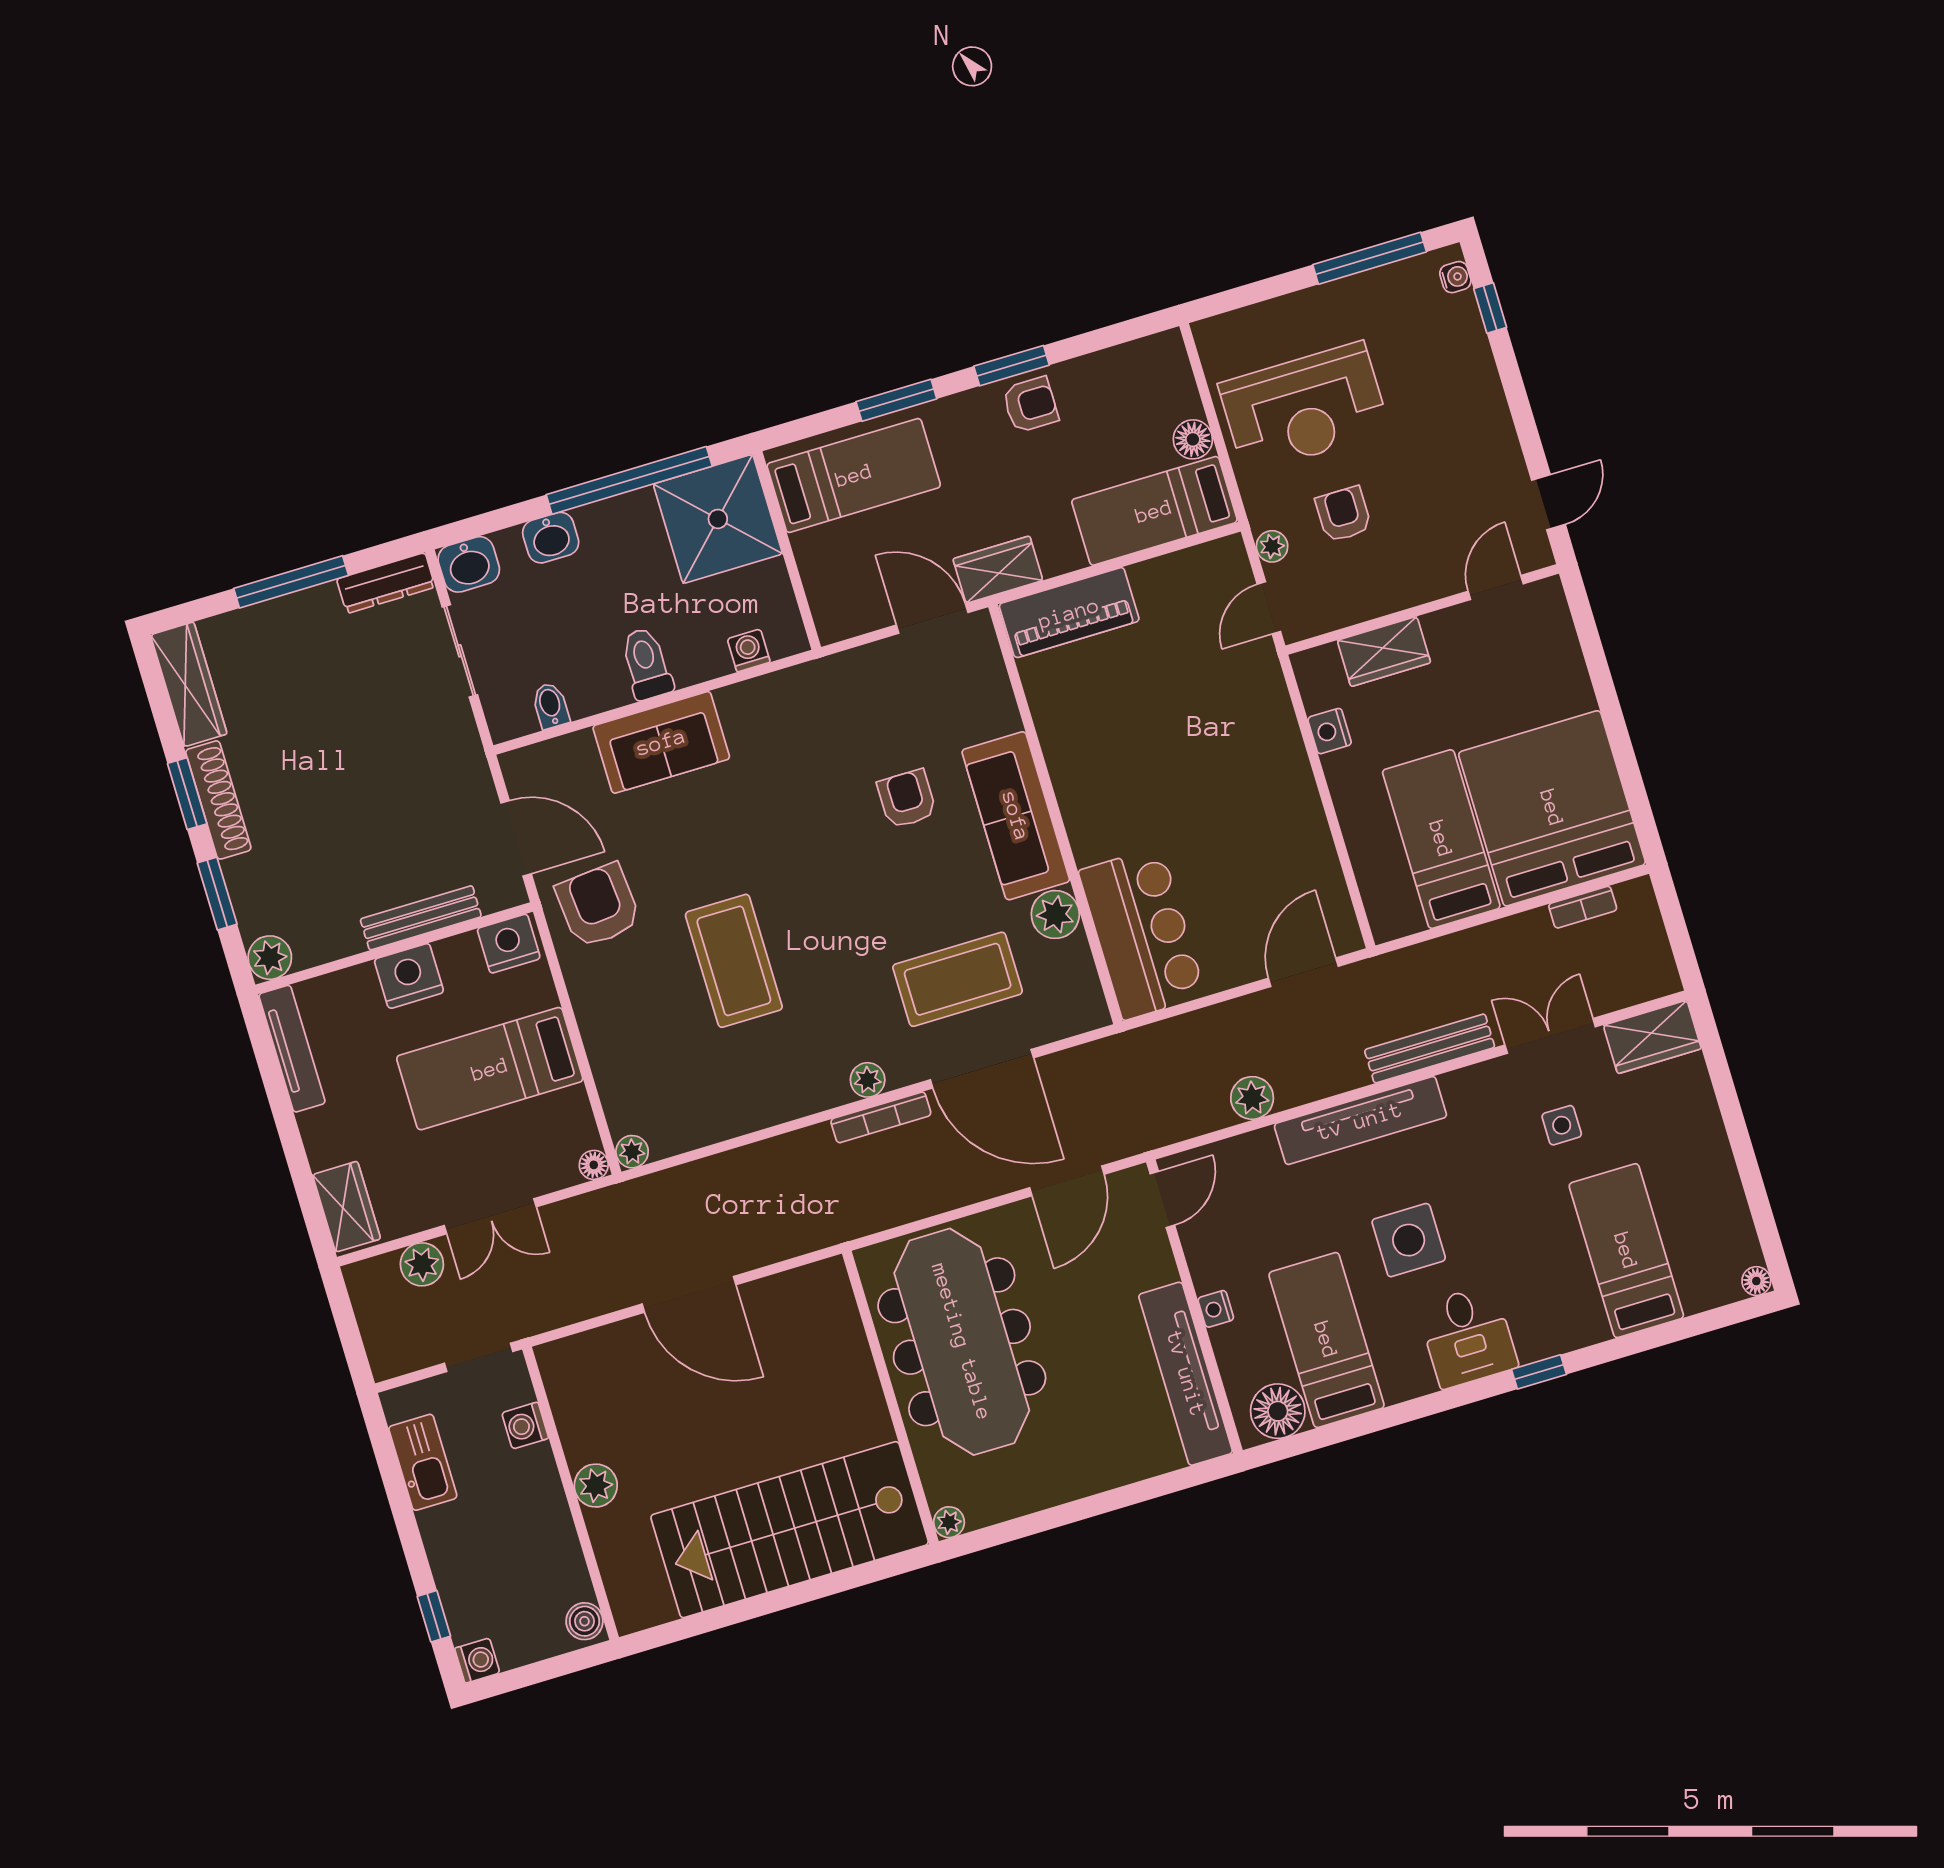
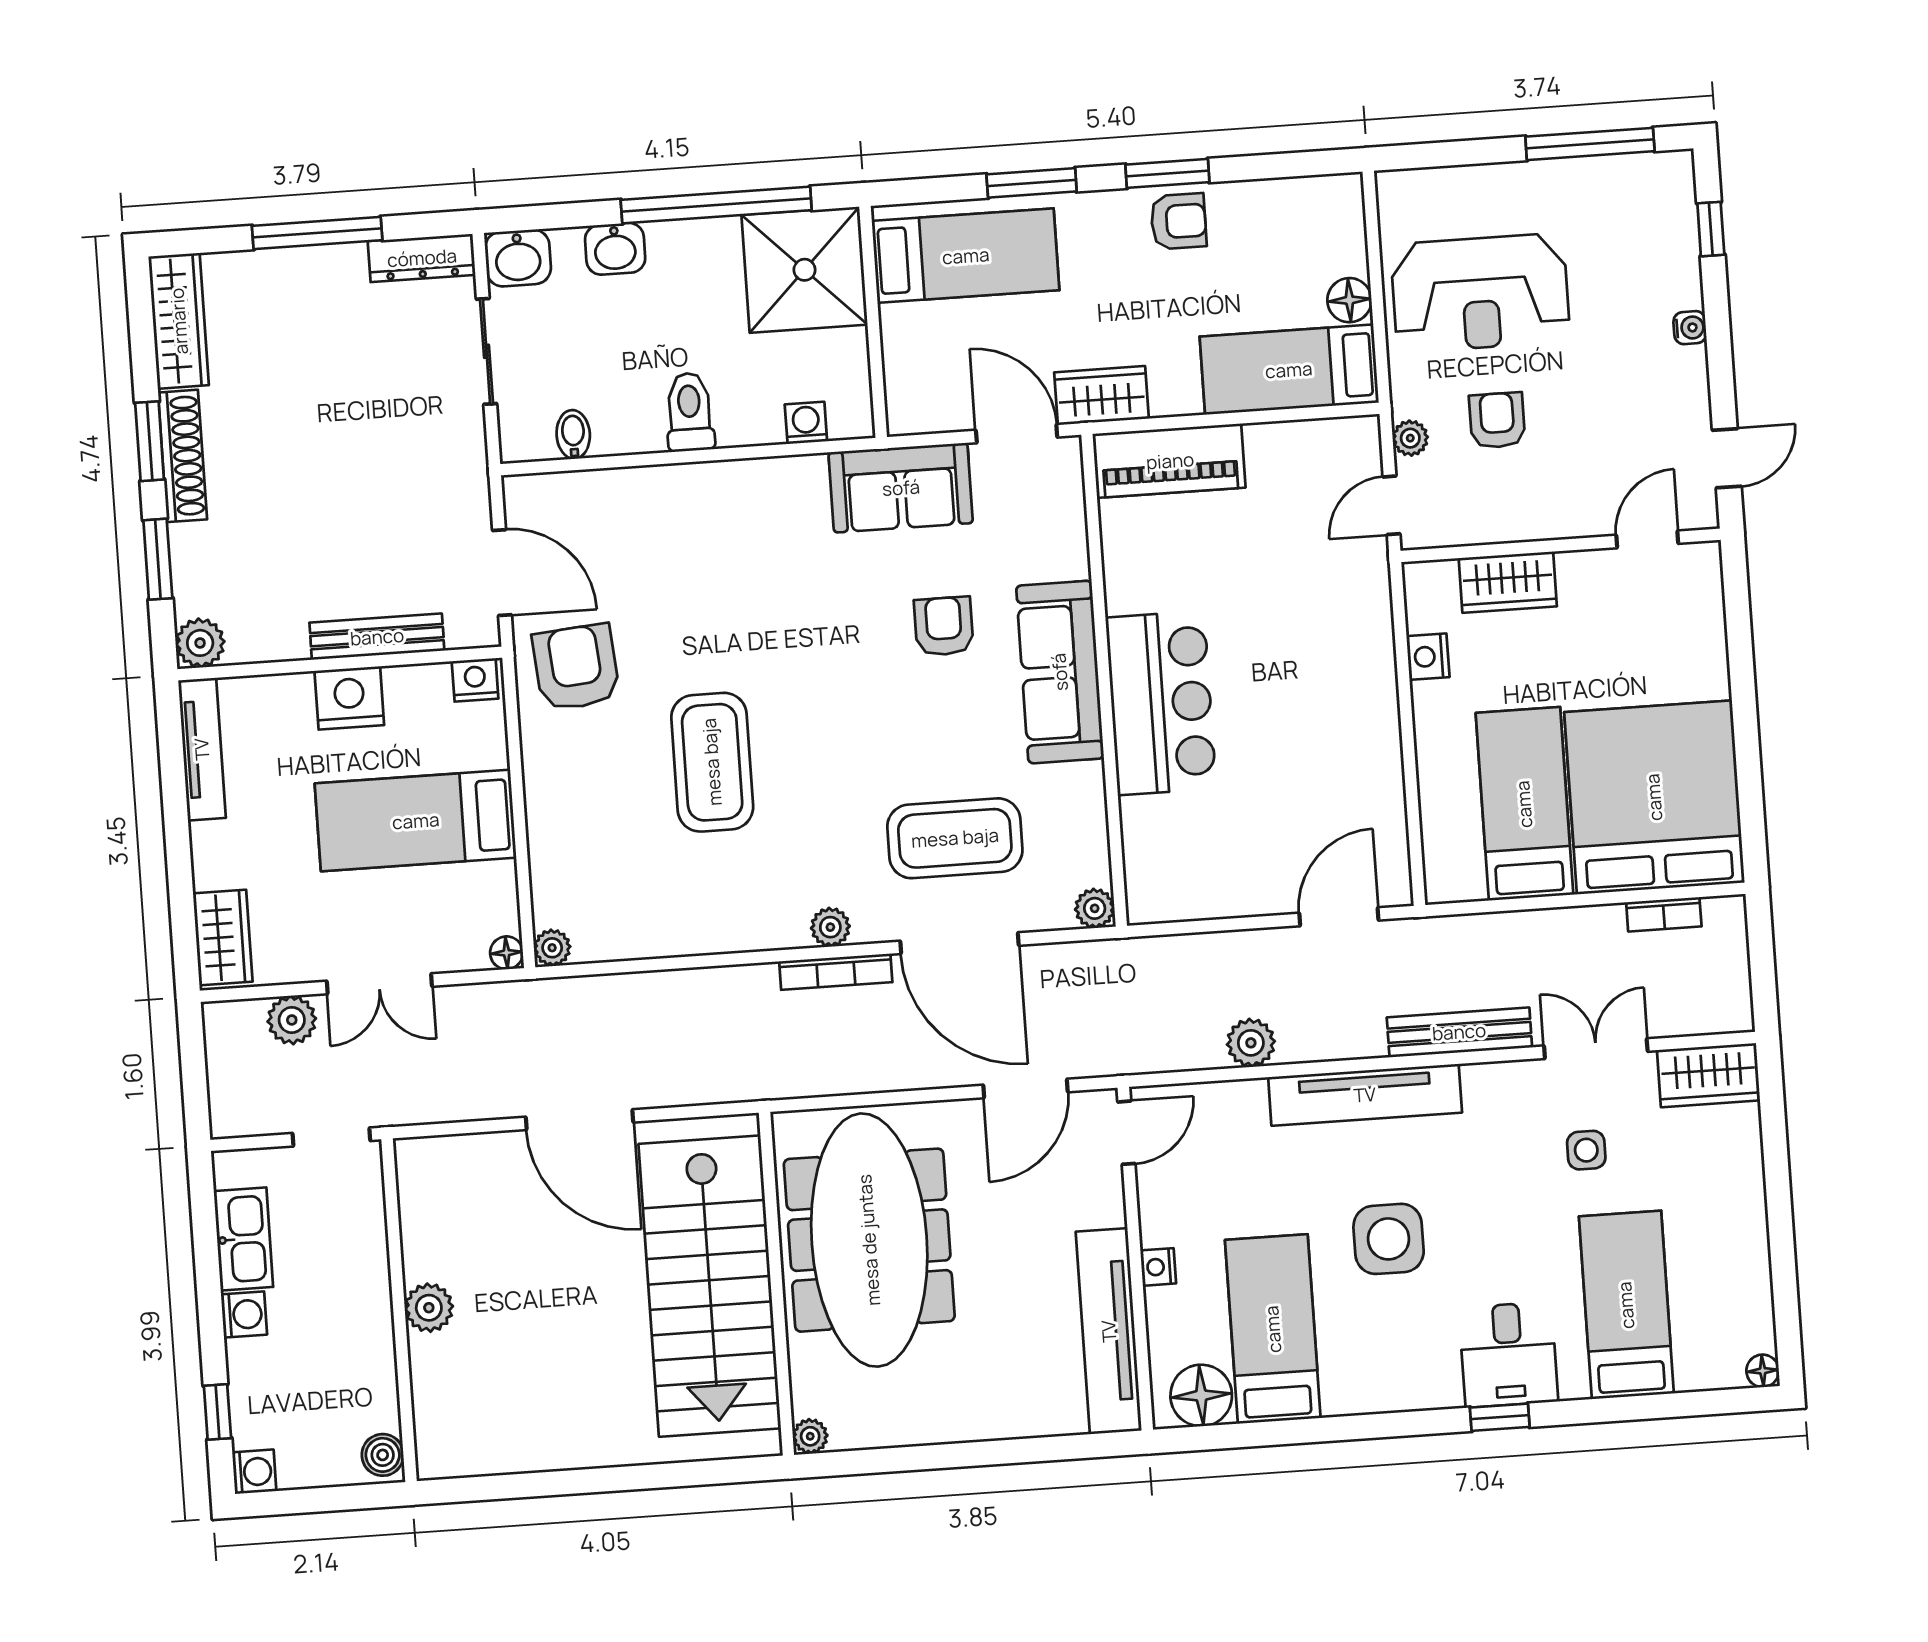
water cooler: (1455, 277) -> (1690, 328), moved
sofa: (661, 742) -> (901, 488), moved
plant: (1055, 914) -> (1095, 908), moved, width x0.73, depth x0.73
bar counter: (1142, 933) -> (1161, 703), moved
nightstand: (509, 944) -> (475, 680), width x0.74, depth x0.75
desk: (1468, 1336) -> (1508, 1355), moved
washing machine: (525, 1426) -> (244, 1314), moved, turned 180
stairs: (790, 1530) -> (710, 1286), moved, turned -90

